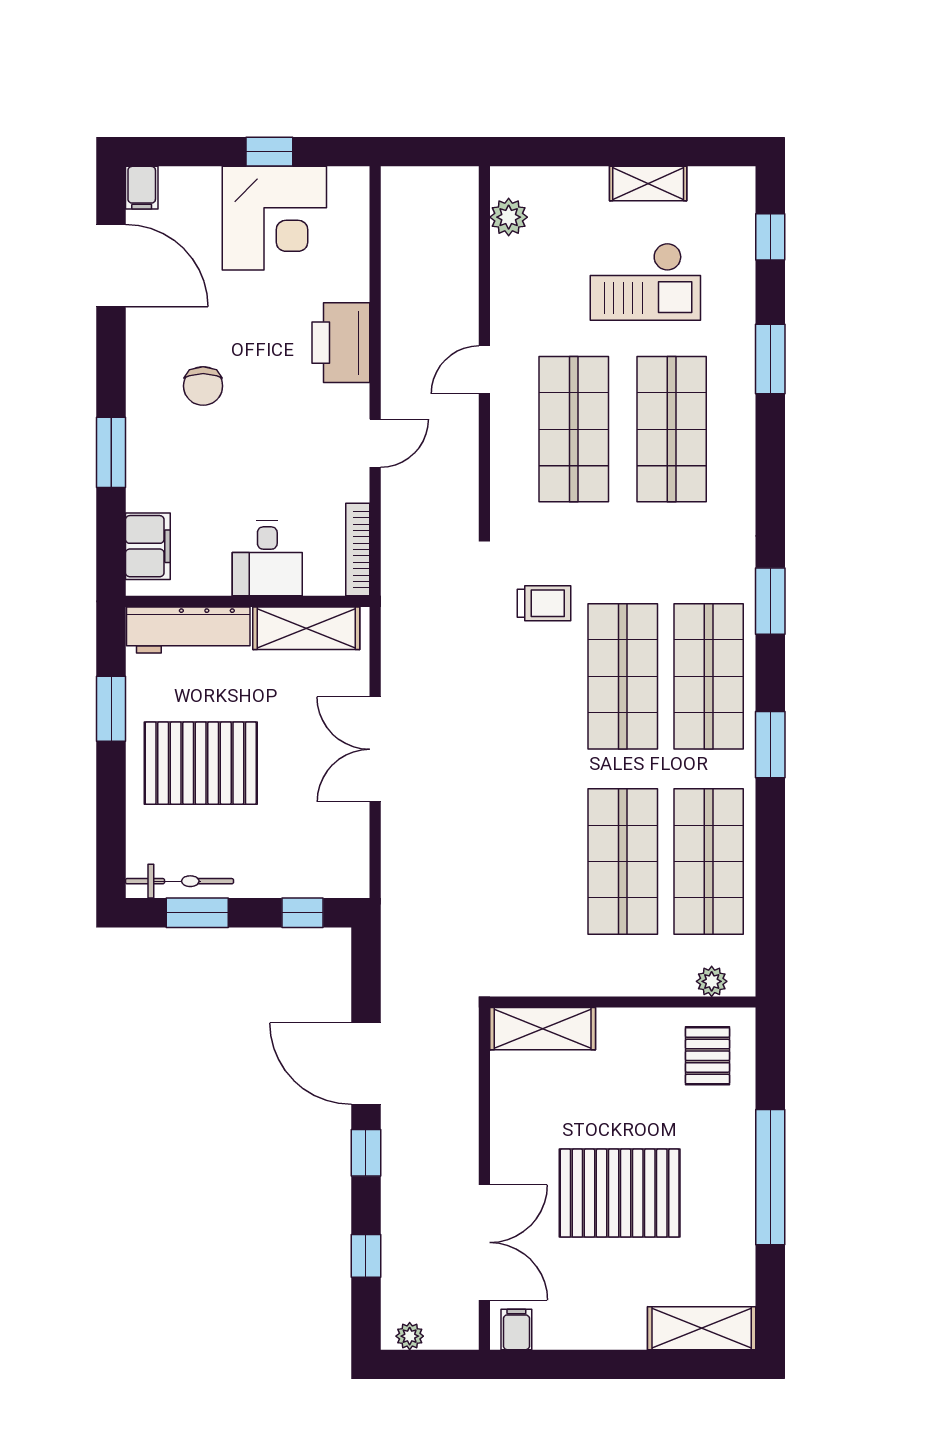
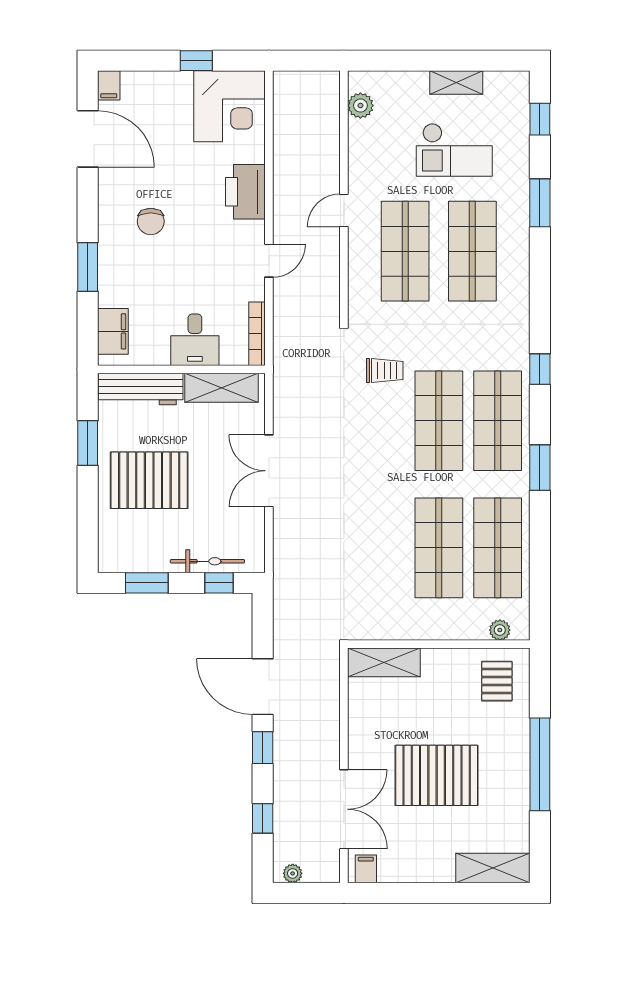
corner desk: (274, 218) -> (229, 106), moved
window: (770, 601) -> (540, 369), width x0.67
bicycle: (179, 881) -> (207, 561), moved

